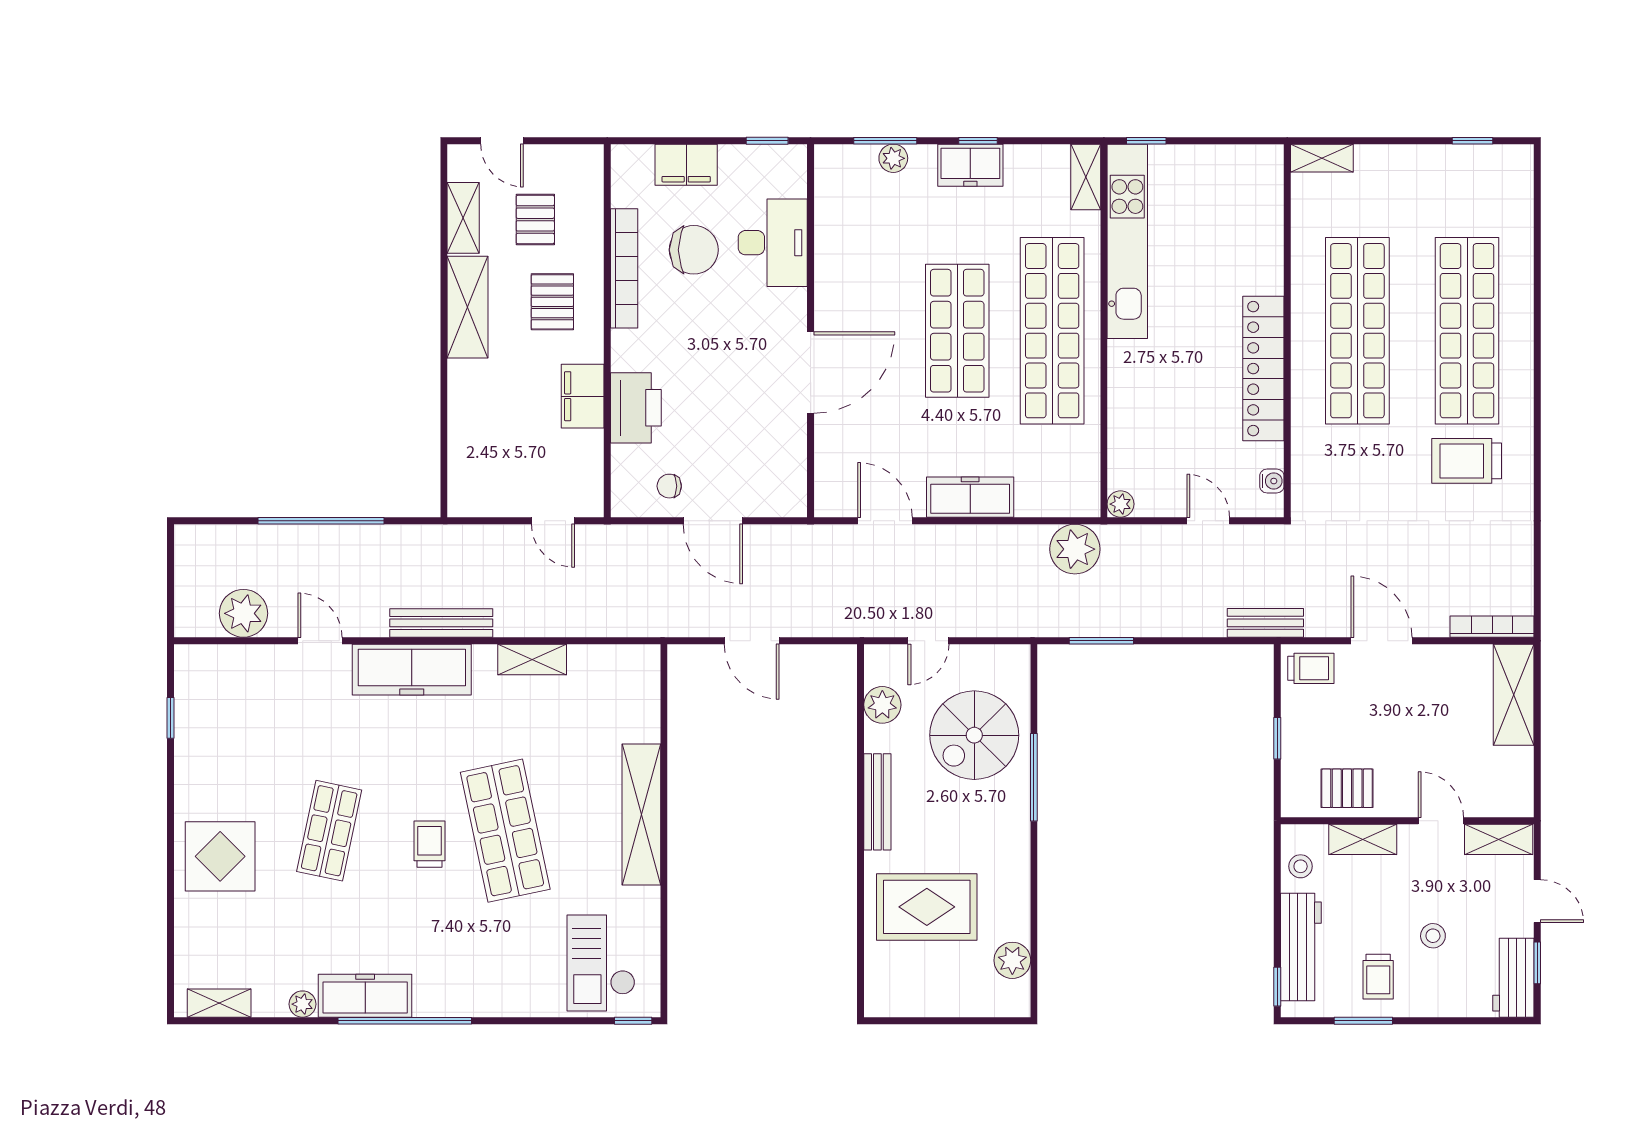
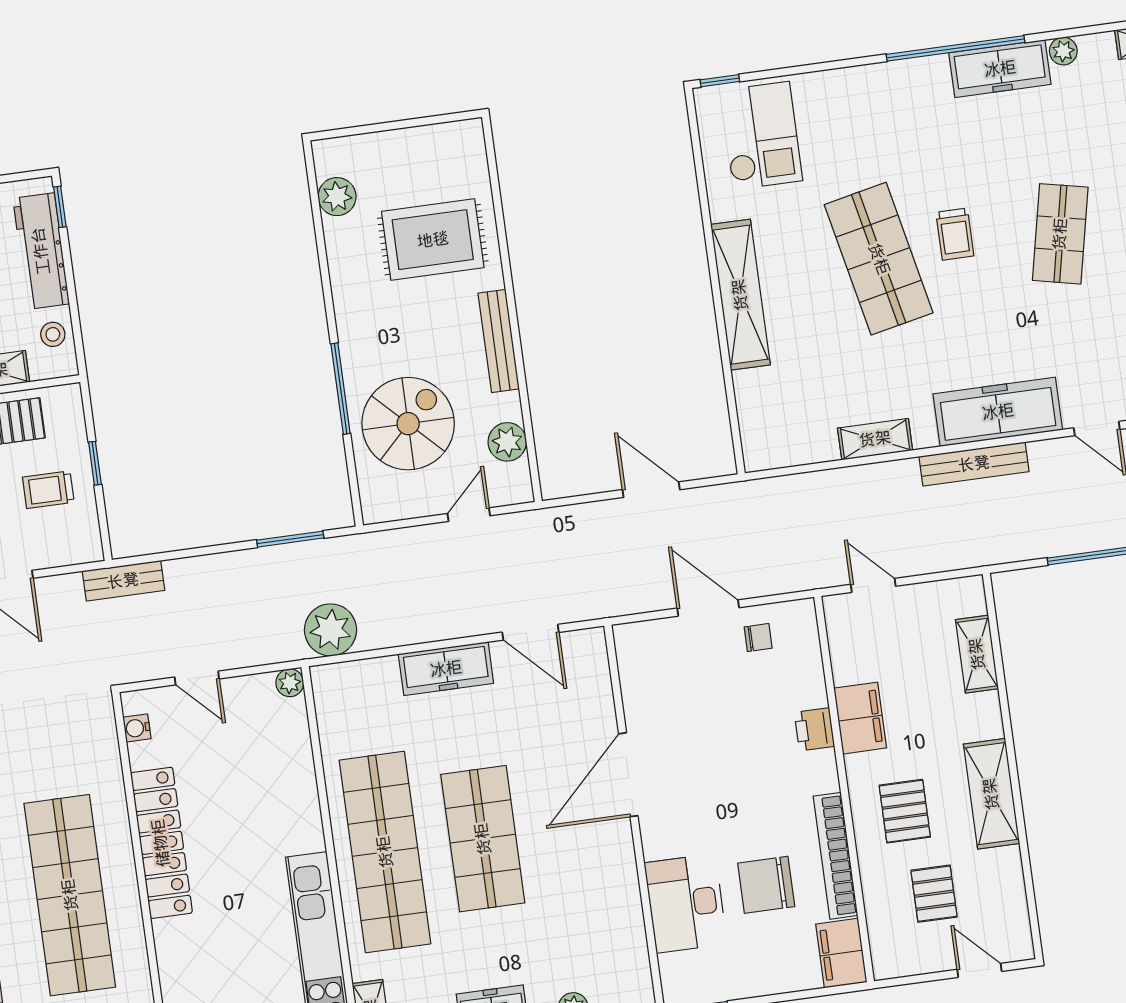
filing cabinet: (686, 165) -> (841, 953), moved, turned -90
shelving: (463, 218) -> (977, 654), moved
printer: (636, 408) -> (814, 729), width x0.53, depth x0.68
trolley: (1311, 668) -> (48, 490), moved

